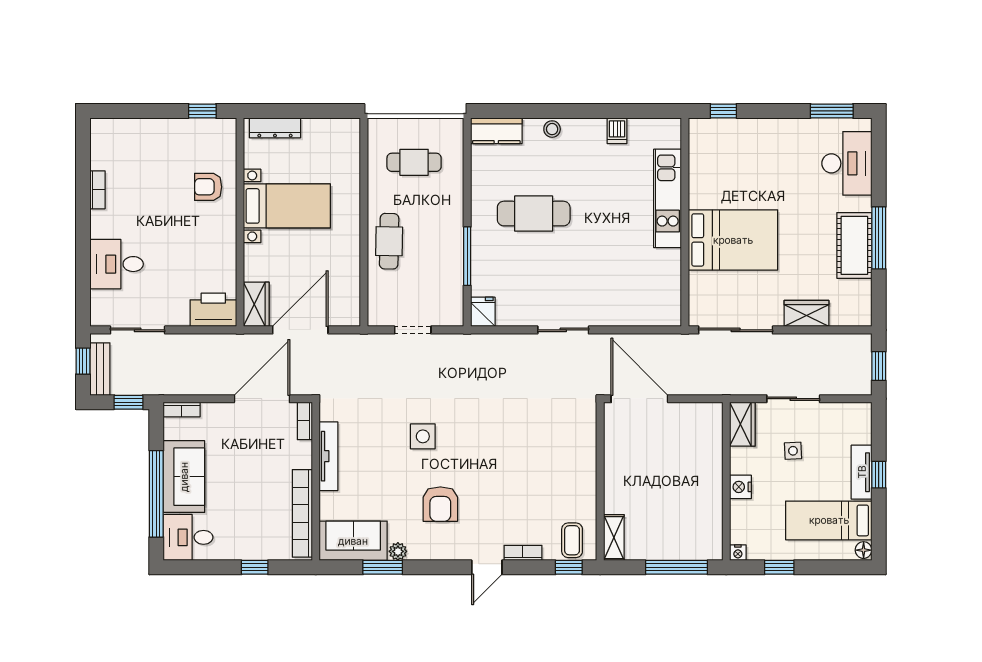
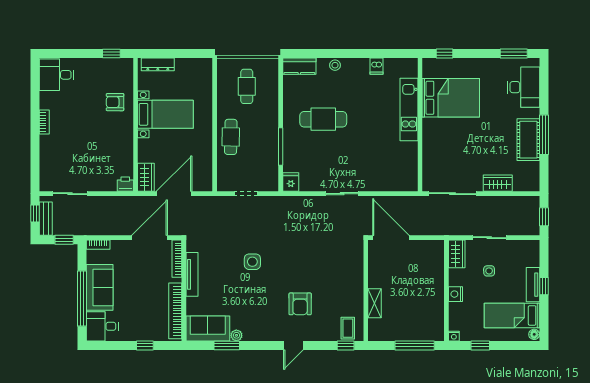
cafe table: (414, 162) -> (247, 86), turned 90
bookcase: (97, 190) -> (44, 122), moved
bed: (733, 240) -> (451, 98), moved
desk: (117, 264) -> (57, 75), moved
printer: (213, 310) -> (125, 184), width x0.53, depth x0.68
bookcase: (305, 421) -> (177, 259), width x1.56
armchair: (440, 504) -> (300, 304), moved
shelving: (614, 538) -> (375, 303), moved
bookcase: (523, 553) -> (316, 336), removed

